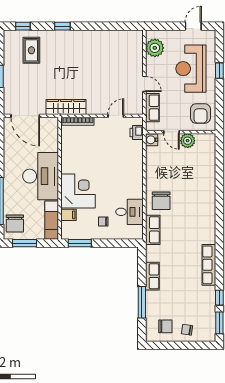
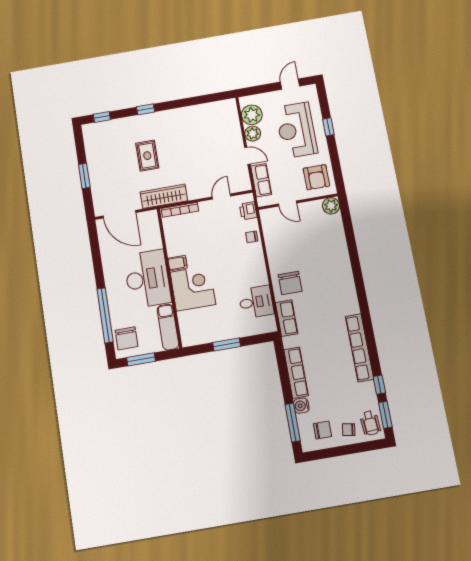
rug: (31, 50) -> (147, 156), moved
plant: (153, 65) -> (253, 134), added
water cooler: (152, 140) -> (301, 406), moved
plant: (188, 141) -> (331, 206), moved
filing cabinet: (68, 215) -> (177, 263), moved
chair: (103, 222) -> (252, 237), moved
window: (80, 243) -> (227, 345), moved
row of seats: (209, 265) -> (360, 348), width x1.36
row of seats: (152, 276) -> (296, 373), width x1.48
window: (142, 302) -> (293, 423), moved
wheelchair: (206, 327) -> (370, 423), added

